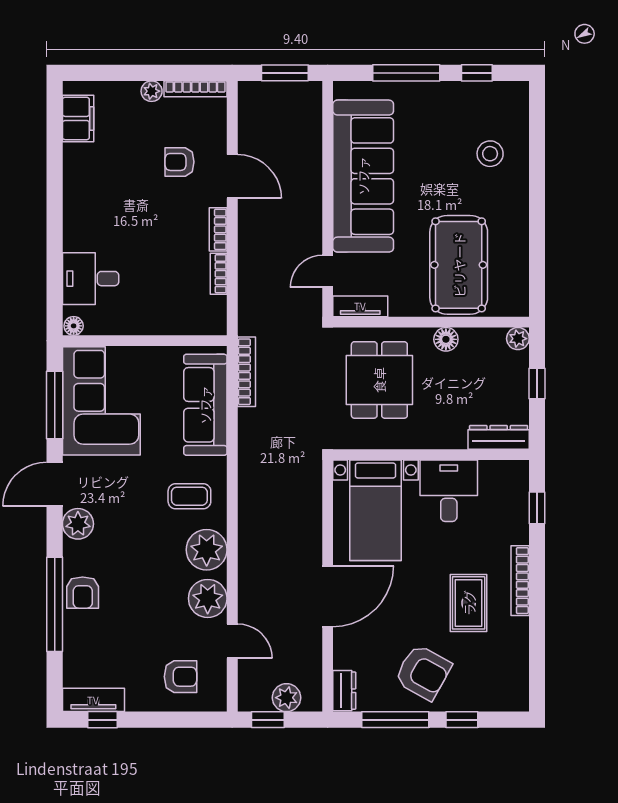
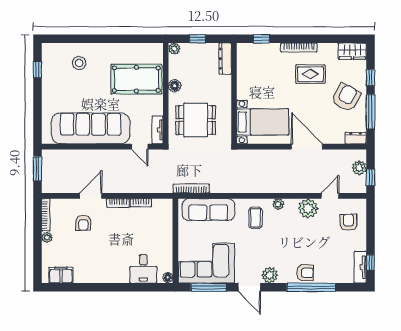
window: (406, 73) -> (37, 106), removed
desk: (449, 491) -> (253, 84), removed
plant: (207, 550) -> (278, 204), width x0.53, depth x0.53
wardrobe: (513, 684) -> (352, 51), added

